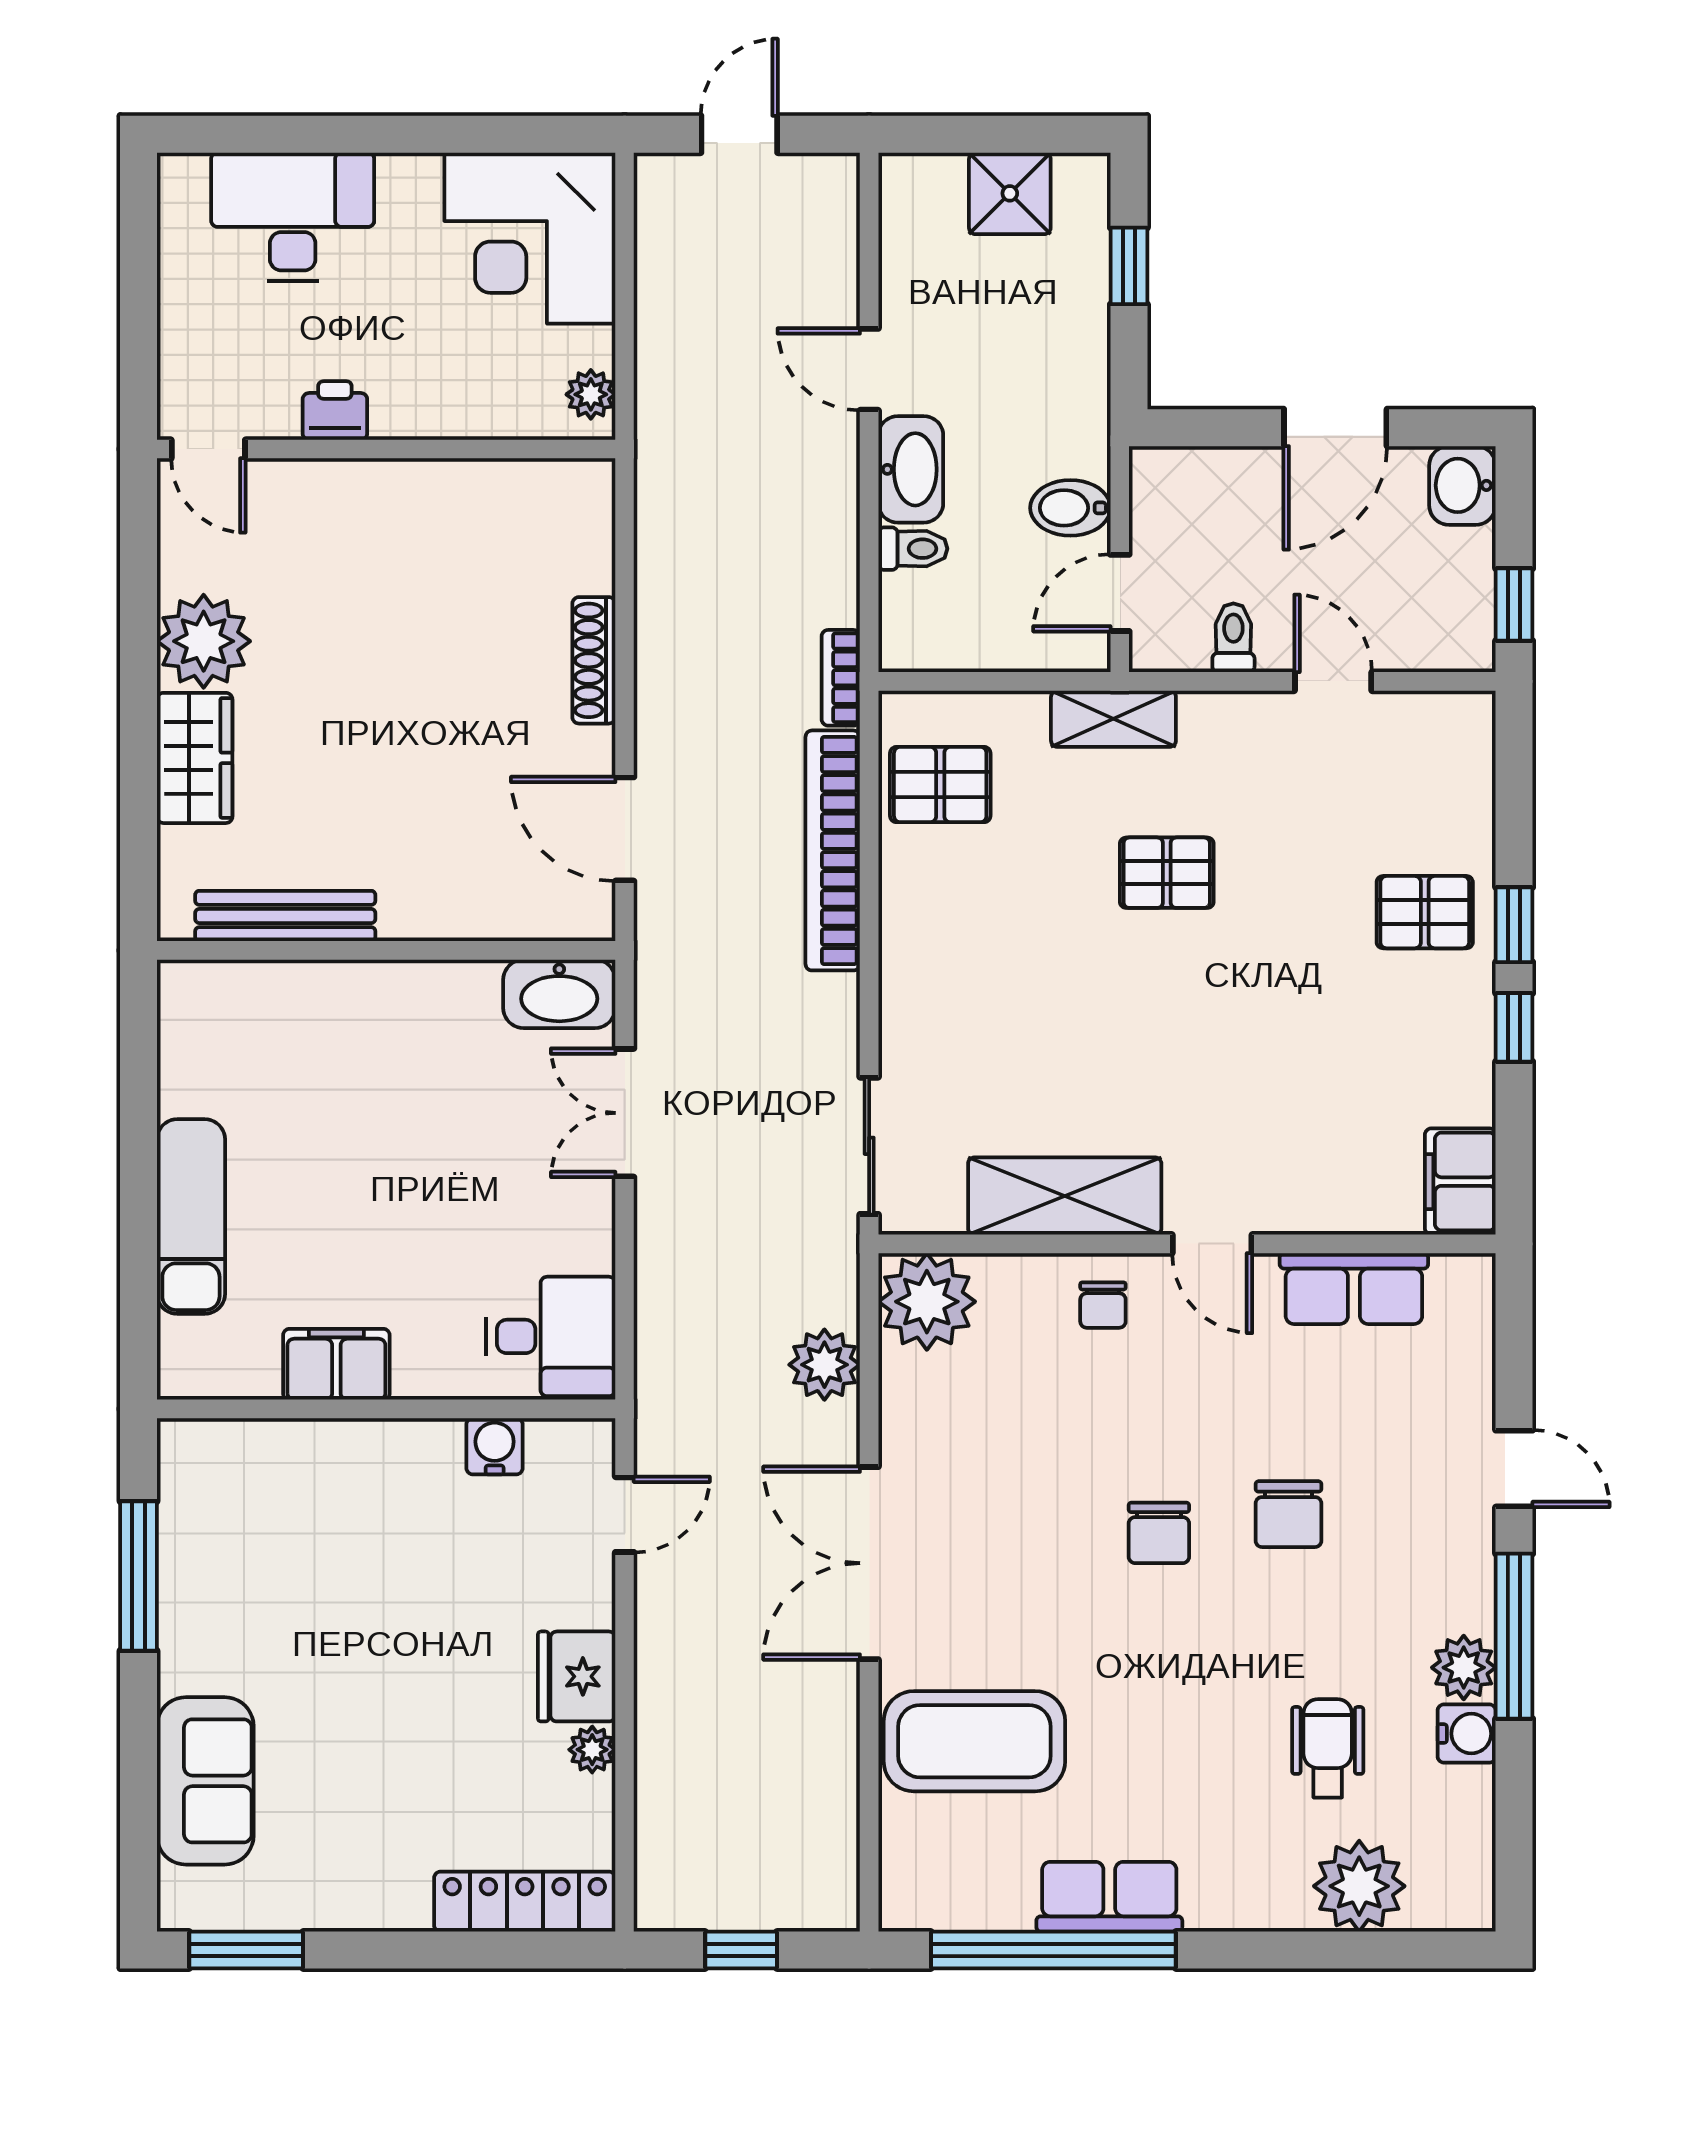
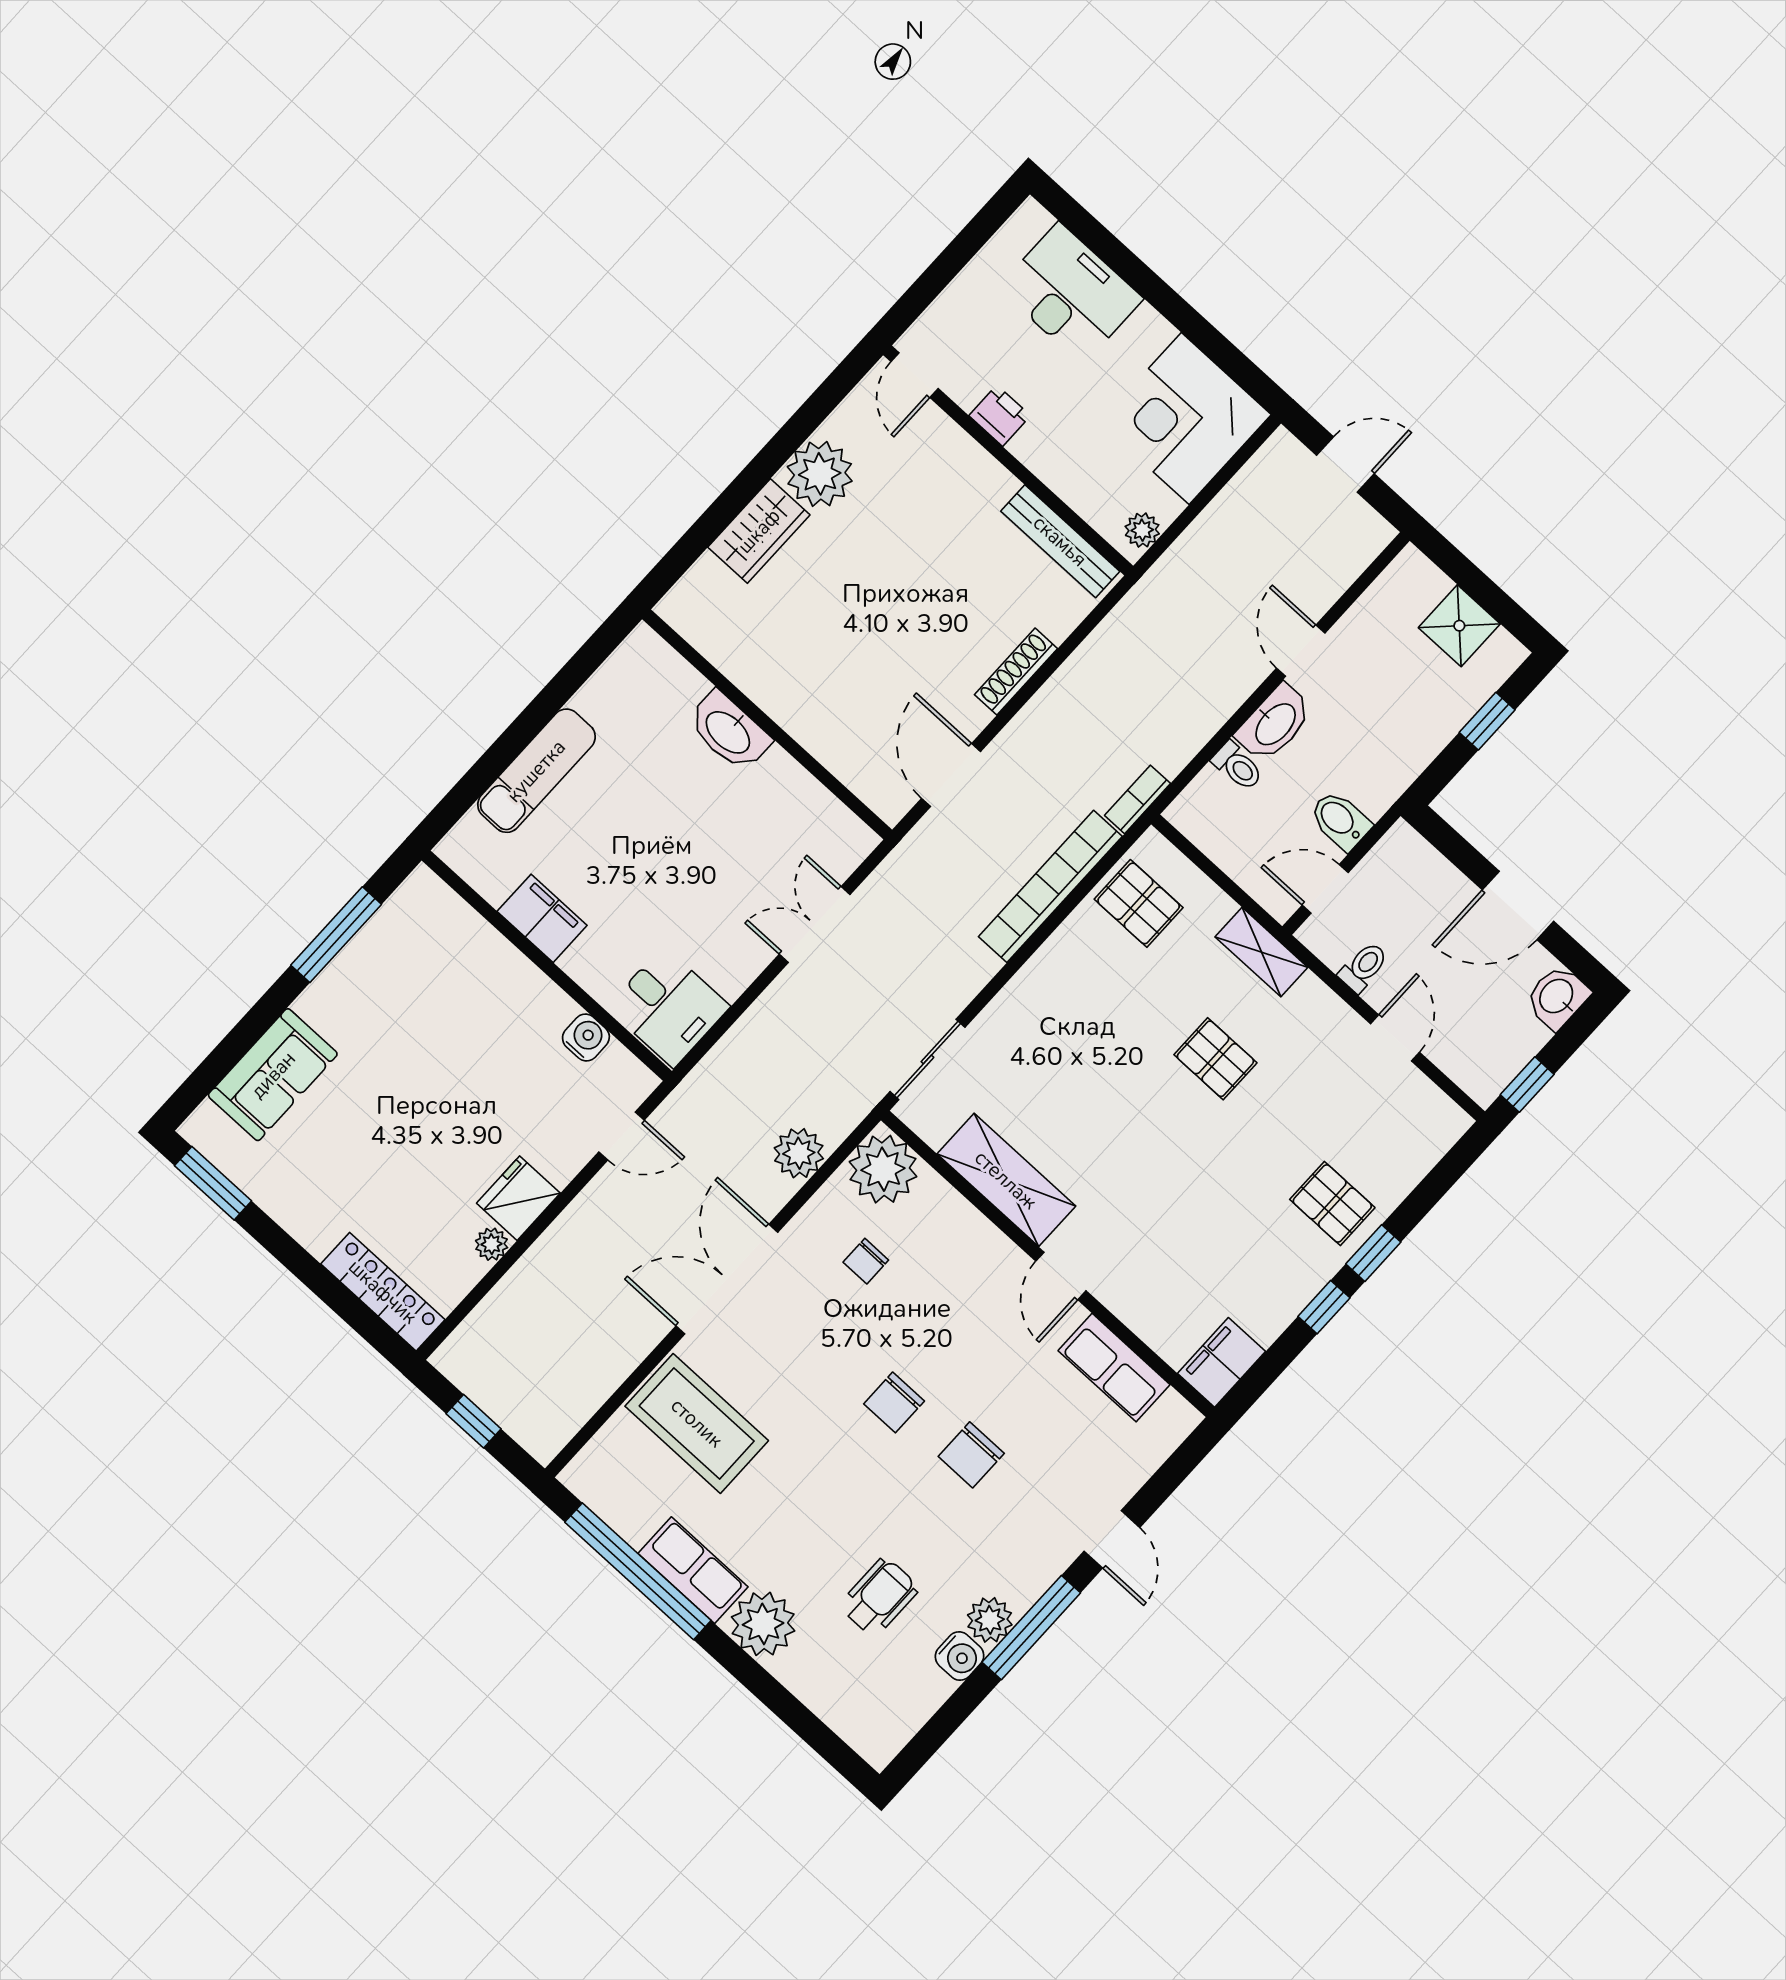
bench: (285, 916) -> (1060, 541), moved
washbasin: (559, 994) -> (729, 731), moved
chair: (1103, 1305) -> (866, 1261), moved
plant: (1359, 1886) -> (763, 1624), moved

